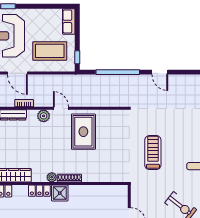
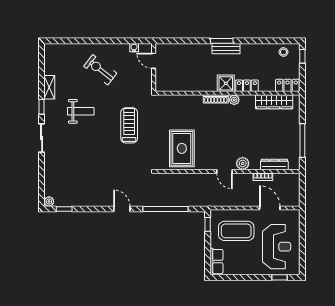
rug: (83, 132) -> (182, 148), moved
treadmill: (153, 153) -> (129, 125), turned 180

